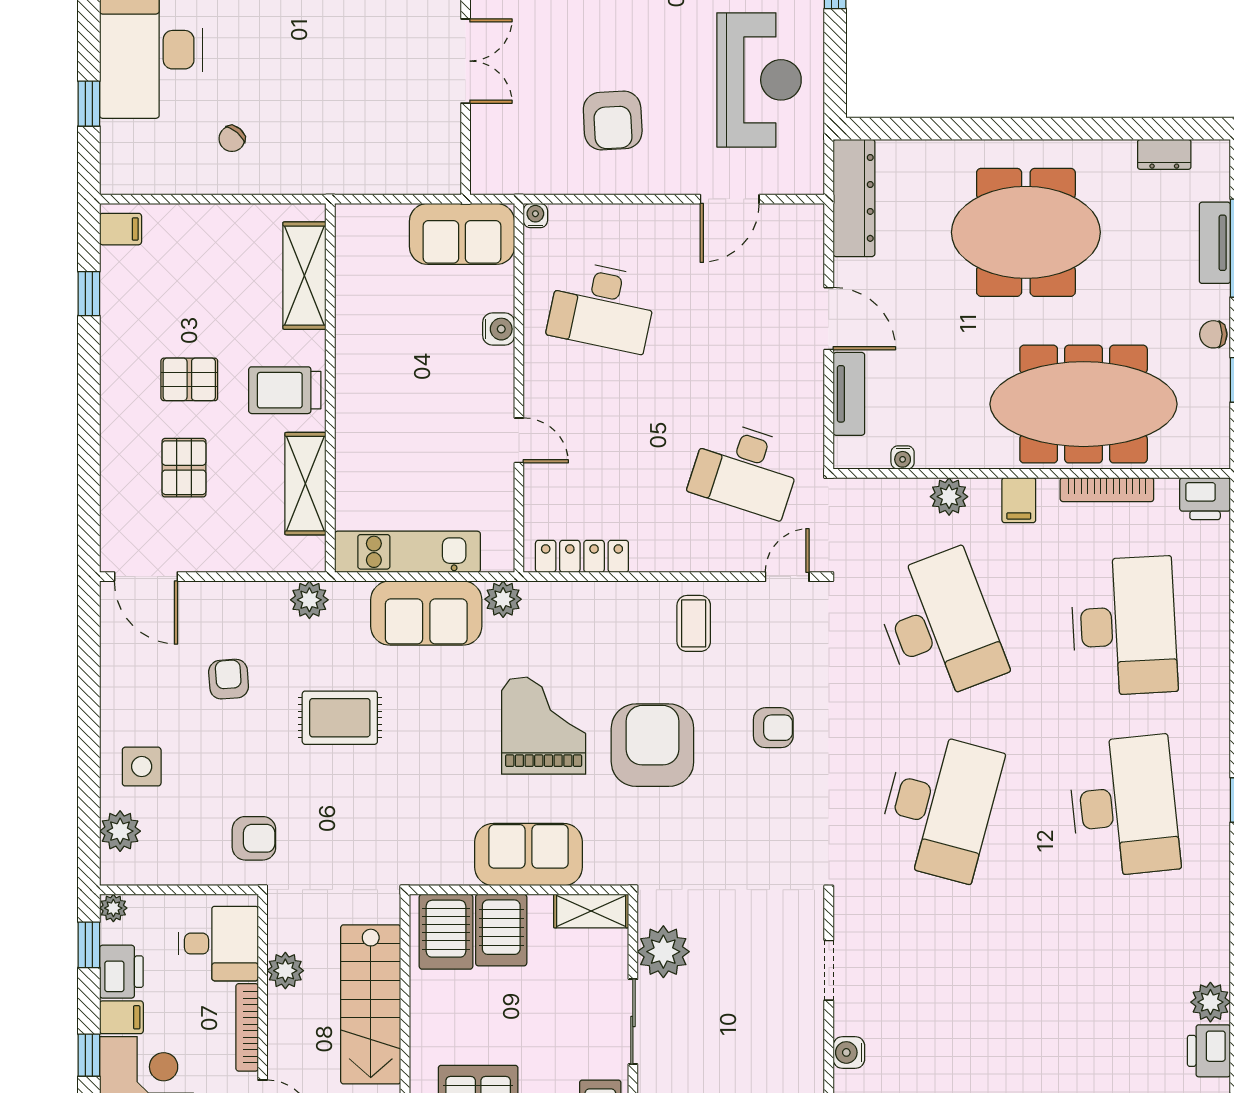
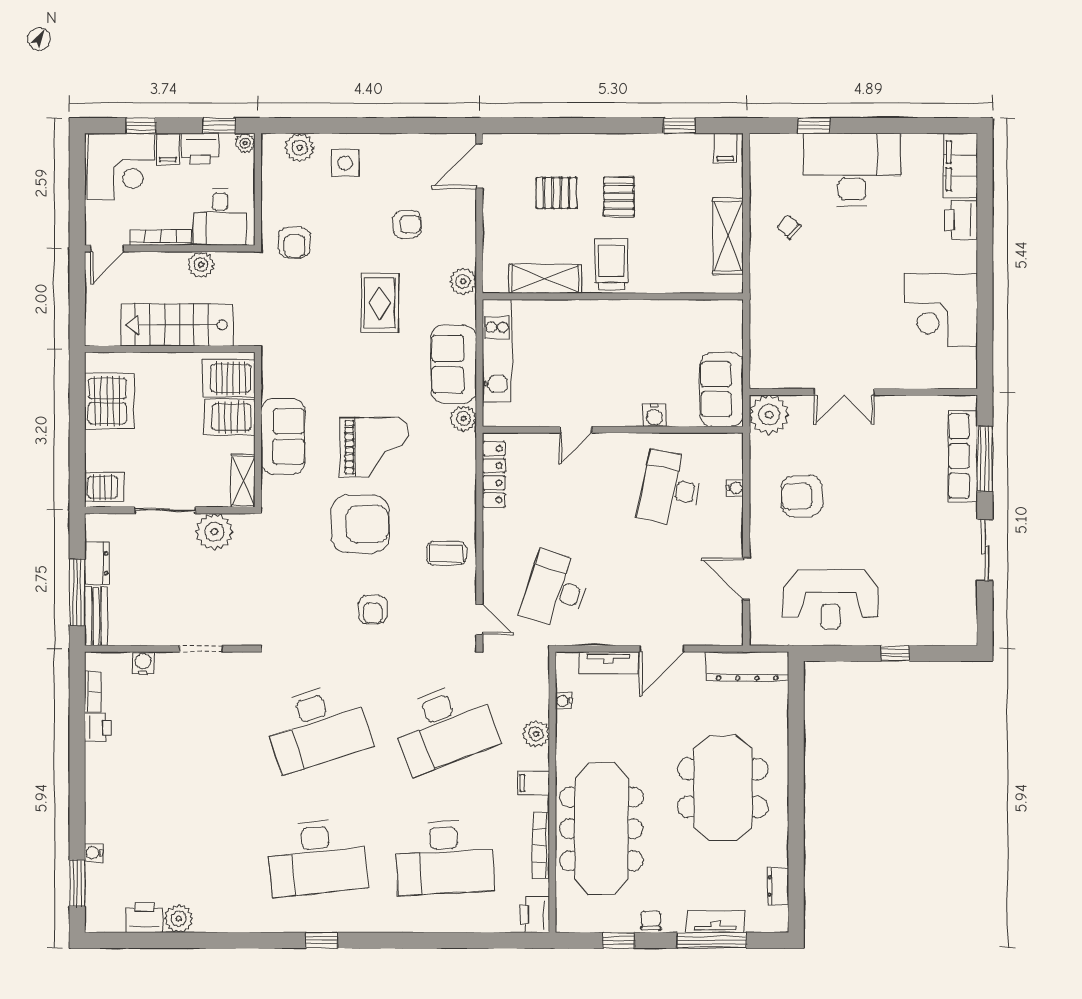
plant: (498, 167) -> (769, 415), added
water cooler: (535, 216) -> (735, 488), moved
shelving: (304, 276) -> (728, 236), moved, turned 90
desk: (939, 806) -> (317, 727), turned -33

